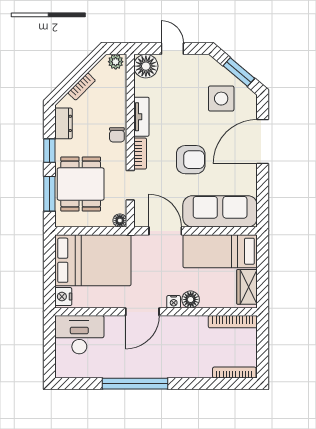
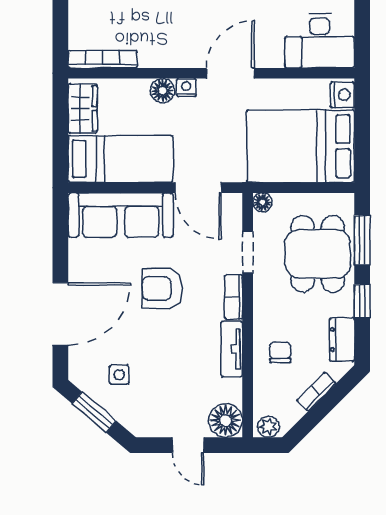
side table: (221, 99) -> (119, 375), width x0.54, depth x0.54
chair: (117, 135) -> (280, 352), moved

